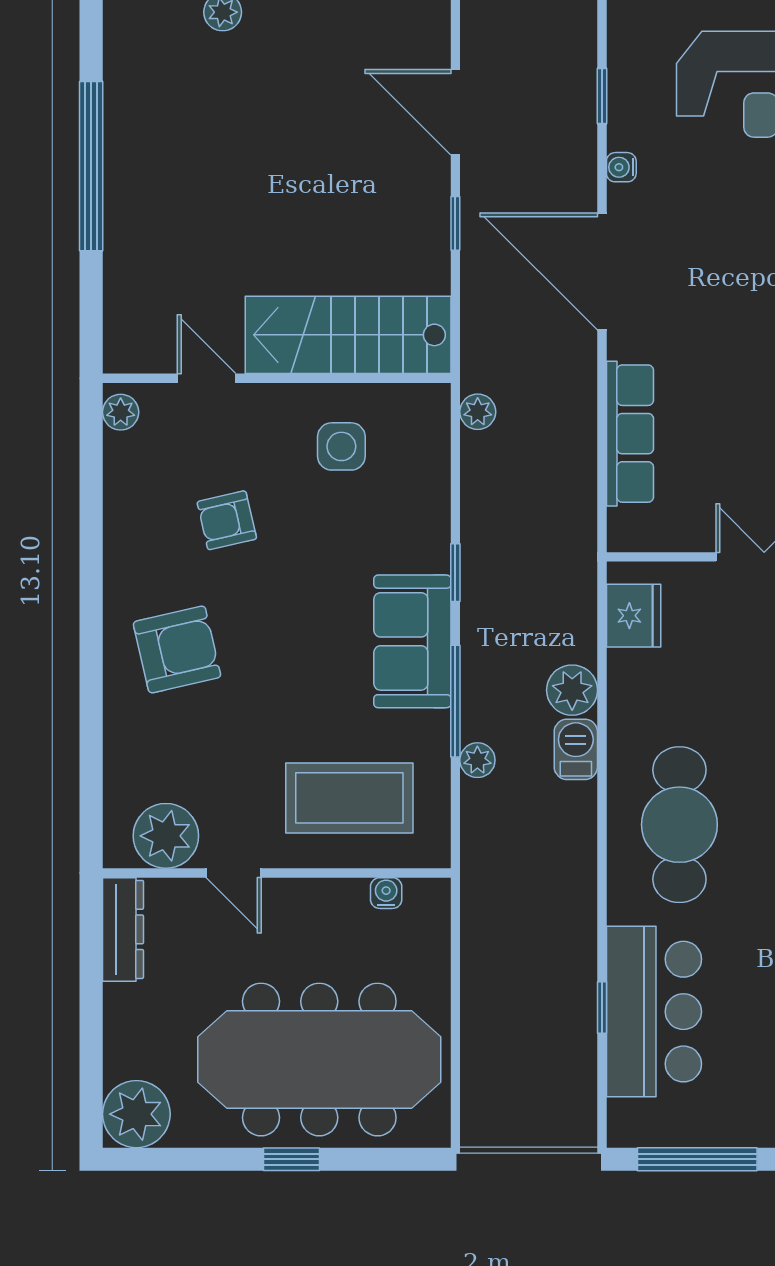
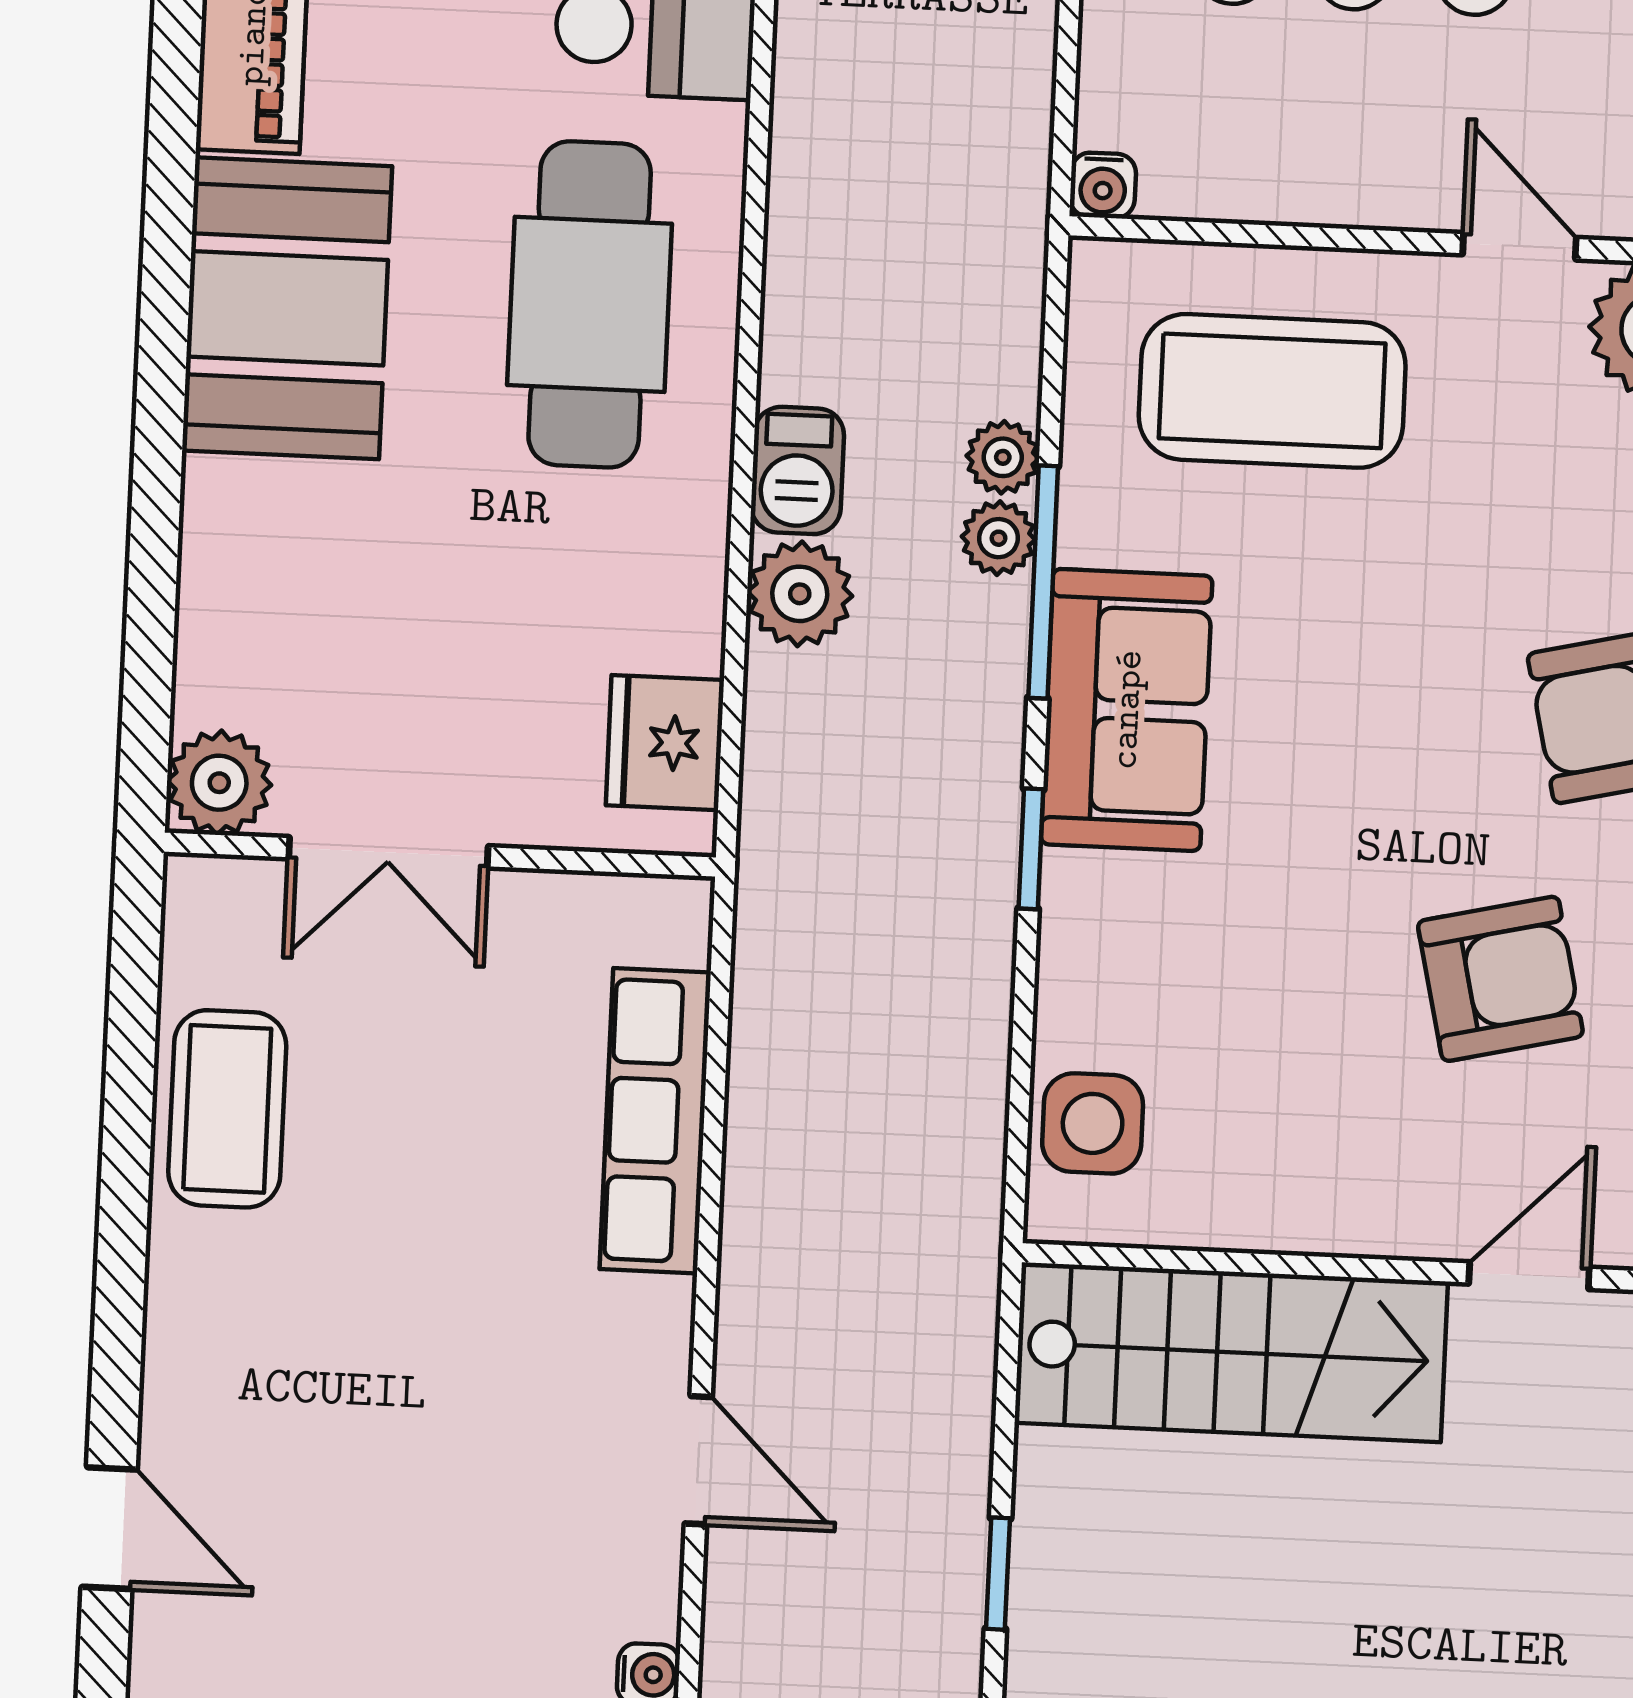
door: (602, 271) -> (698, 1460), width x0.53
door: (207, 378) -> (1529, 1276), swing flipped
plant: (478, 412) -> (999, 538), moved
side table: (341, 446) -> (1093, 1123), moved
armchair: (227, 520) -> (1500, 979), width x1.38, depth x1.38
water cooler: (386, 893) -> (1103, 185), moved

